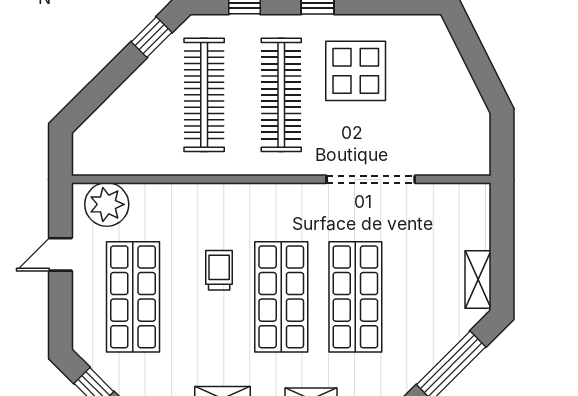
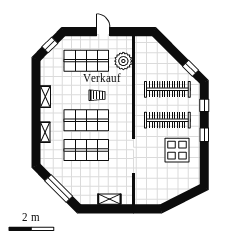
plant: (107, 204) -> (123, 61), moved
shelving: (478, 279) -> (109, 199), moved

